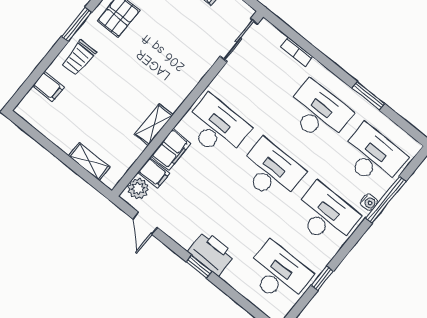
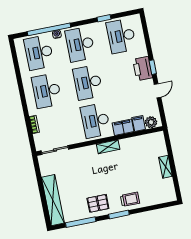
filing cabinet: (48, 86) -> (153, 198), removed
window: (368, 96) -> (19, 80), removed
shelving: (154, 125) -> (108, 147), moved
shelving: (89, 161) -> (165, 167), moved
window: (386, 200) -> (49, 29), width x1.46
door: (145, 223) -> (158, 91), moved

